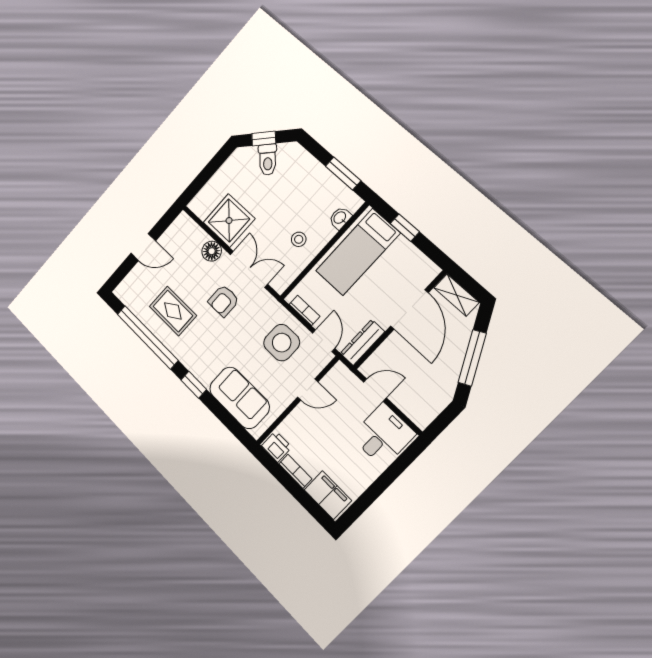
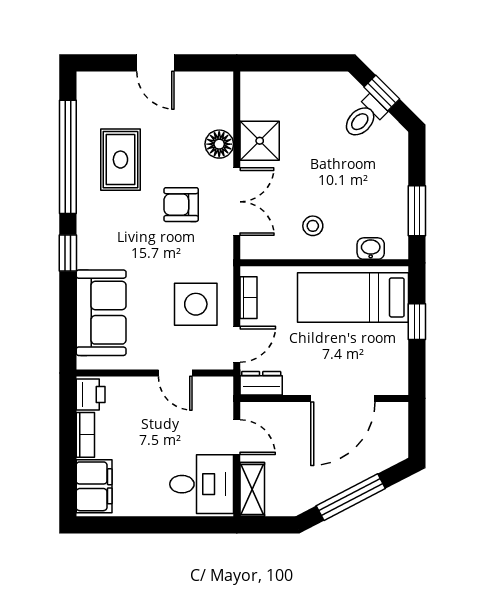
shower: (229, 221) -> (260, 141), width x0.73, depth x0.73
shelving: (457, 295) -> (252, 489), moved
dresser: (362, 342) -> (261, 383), width x0.70

